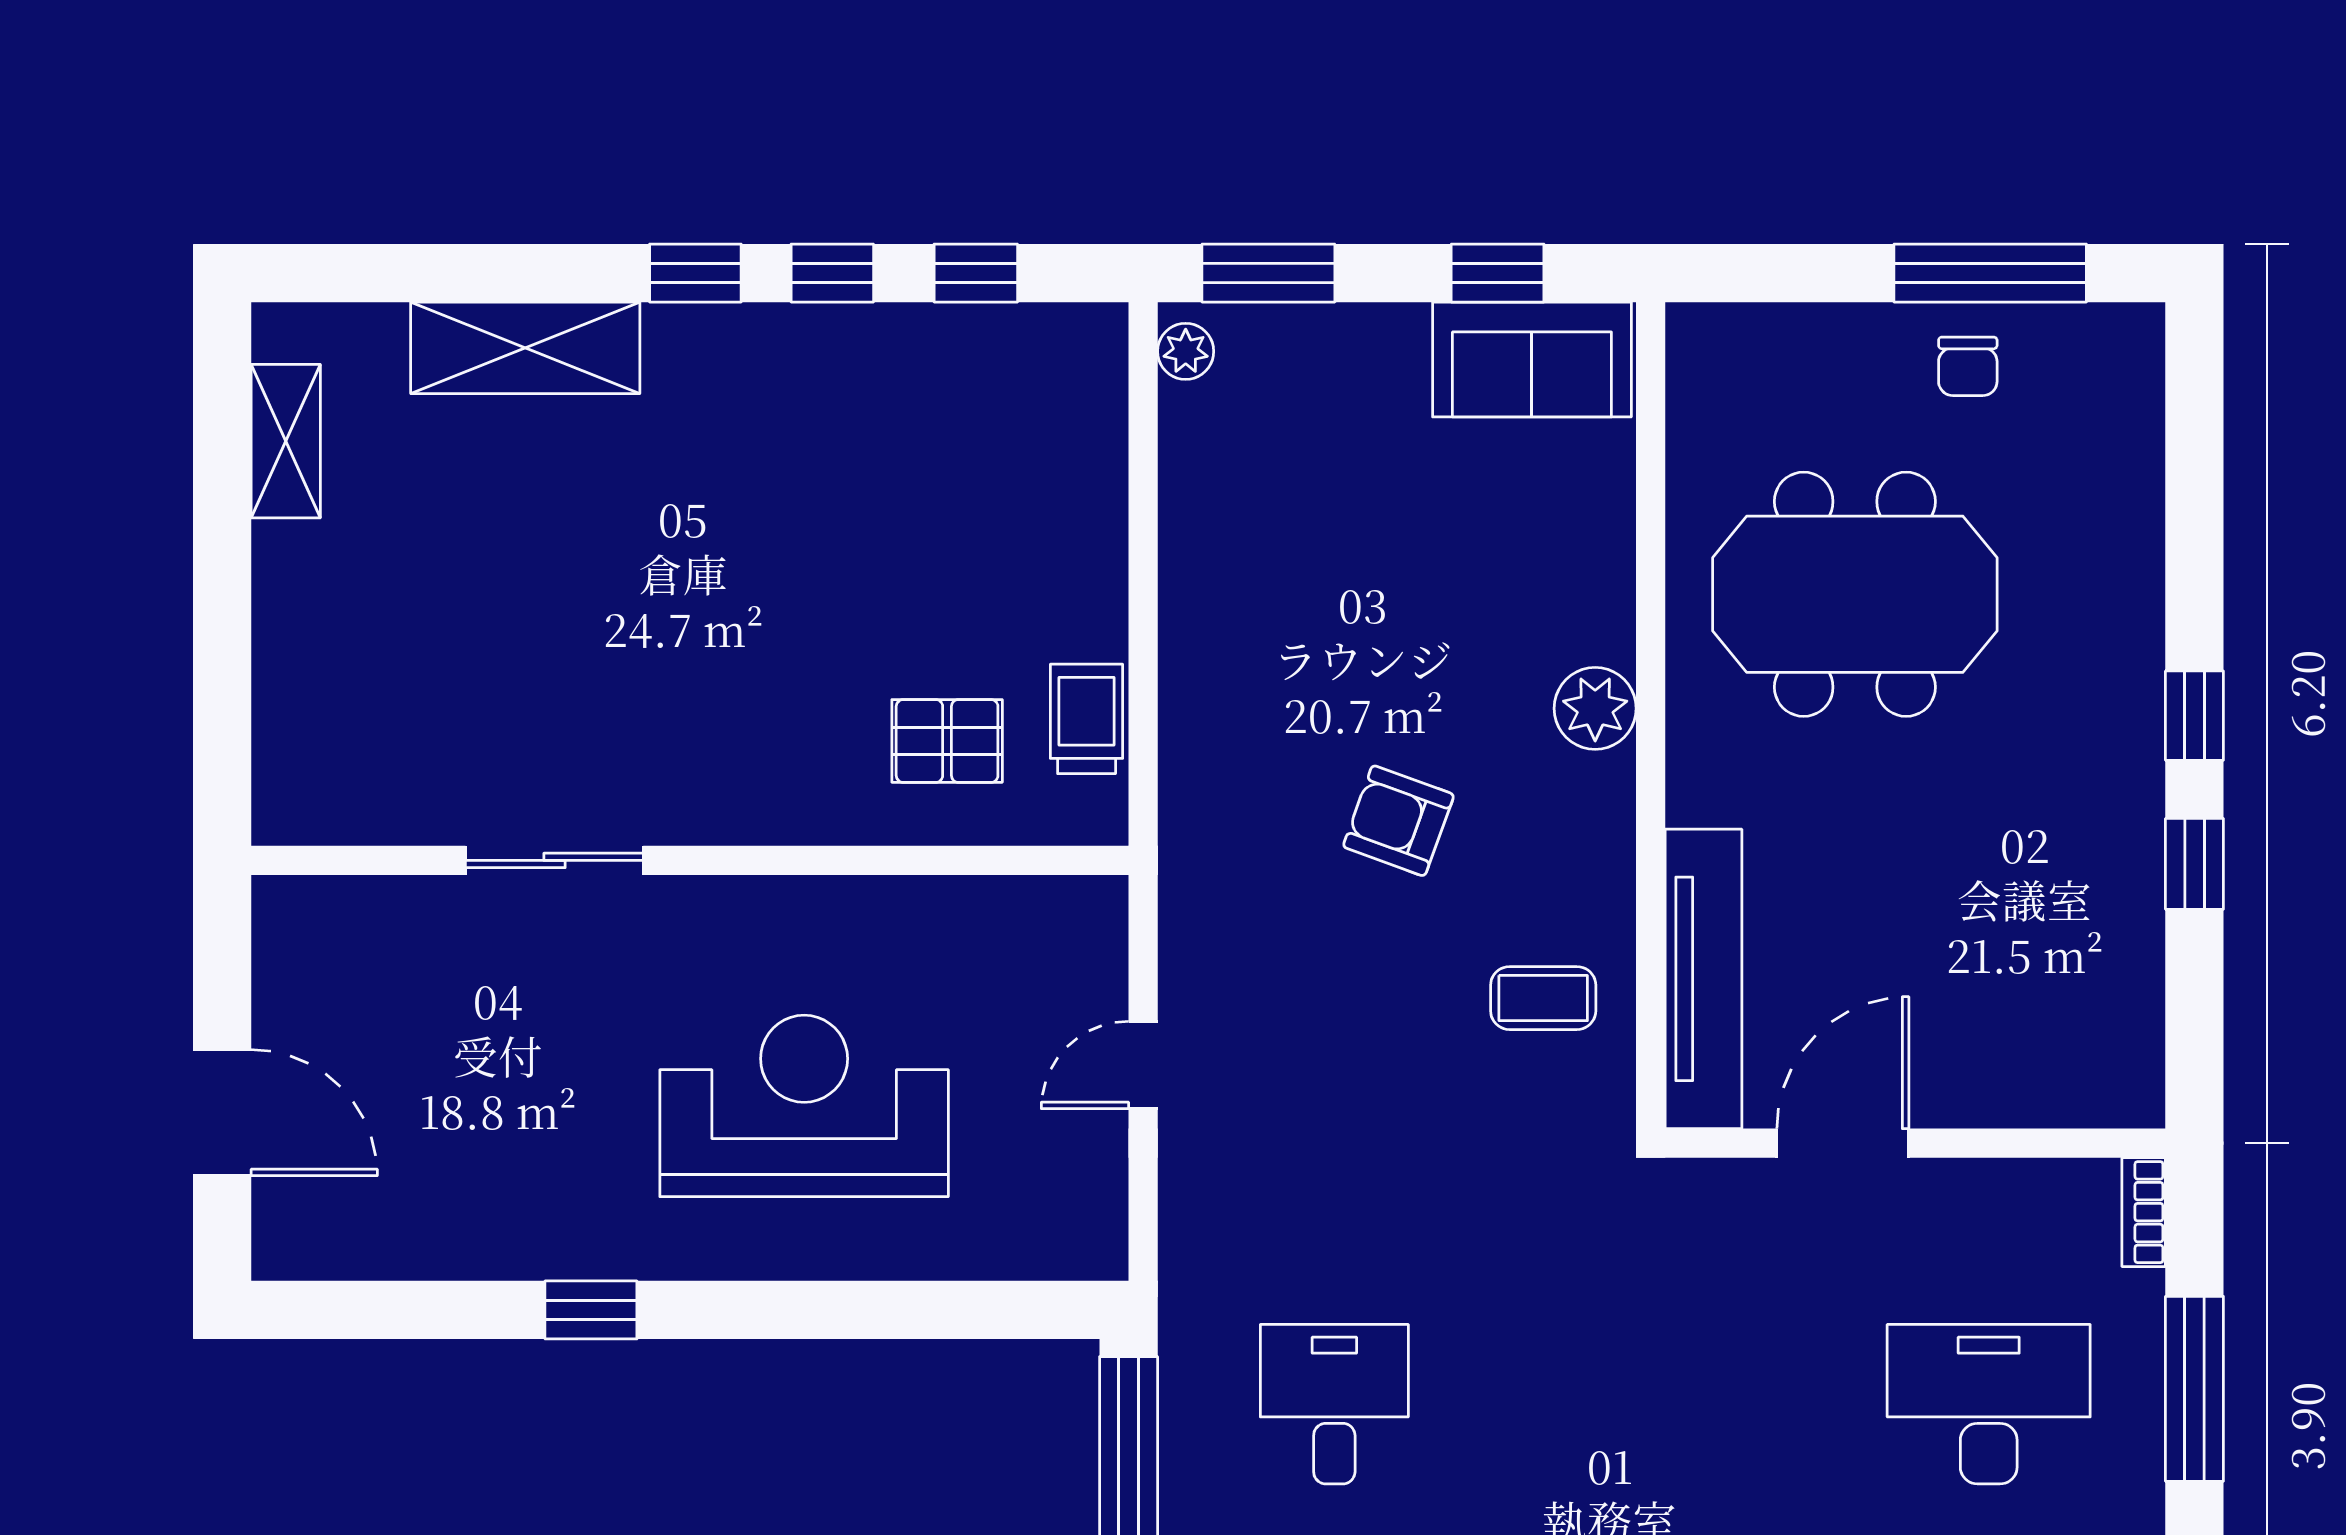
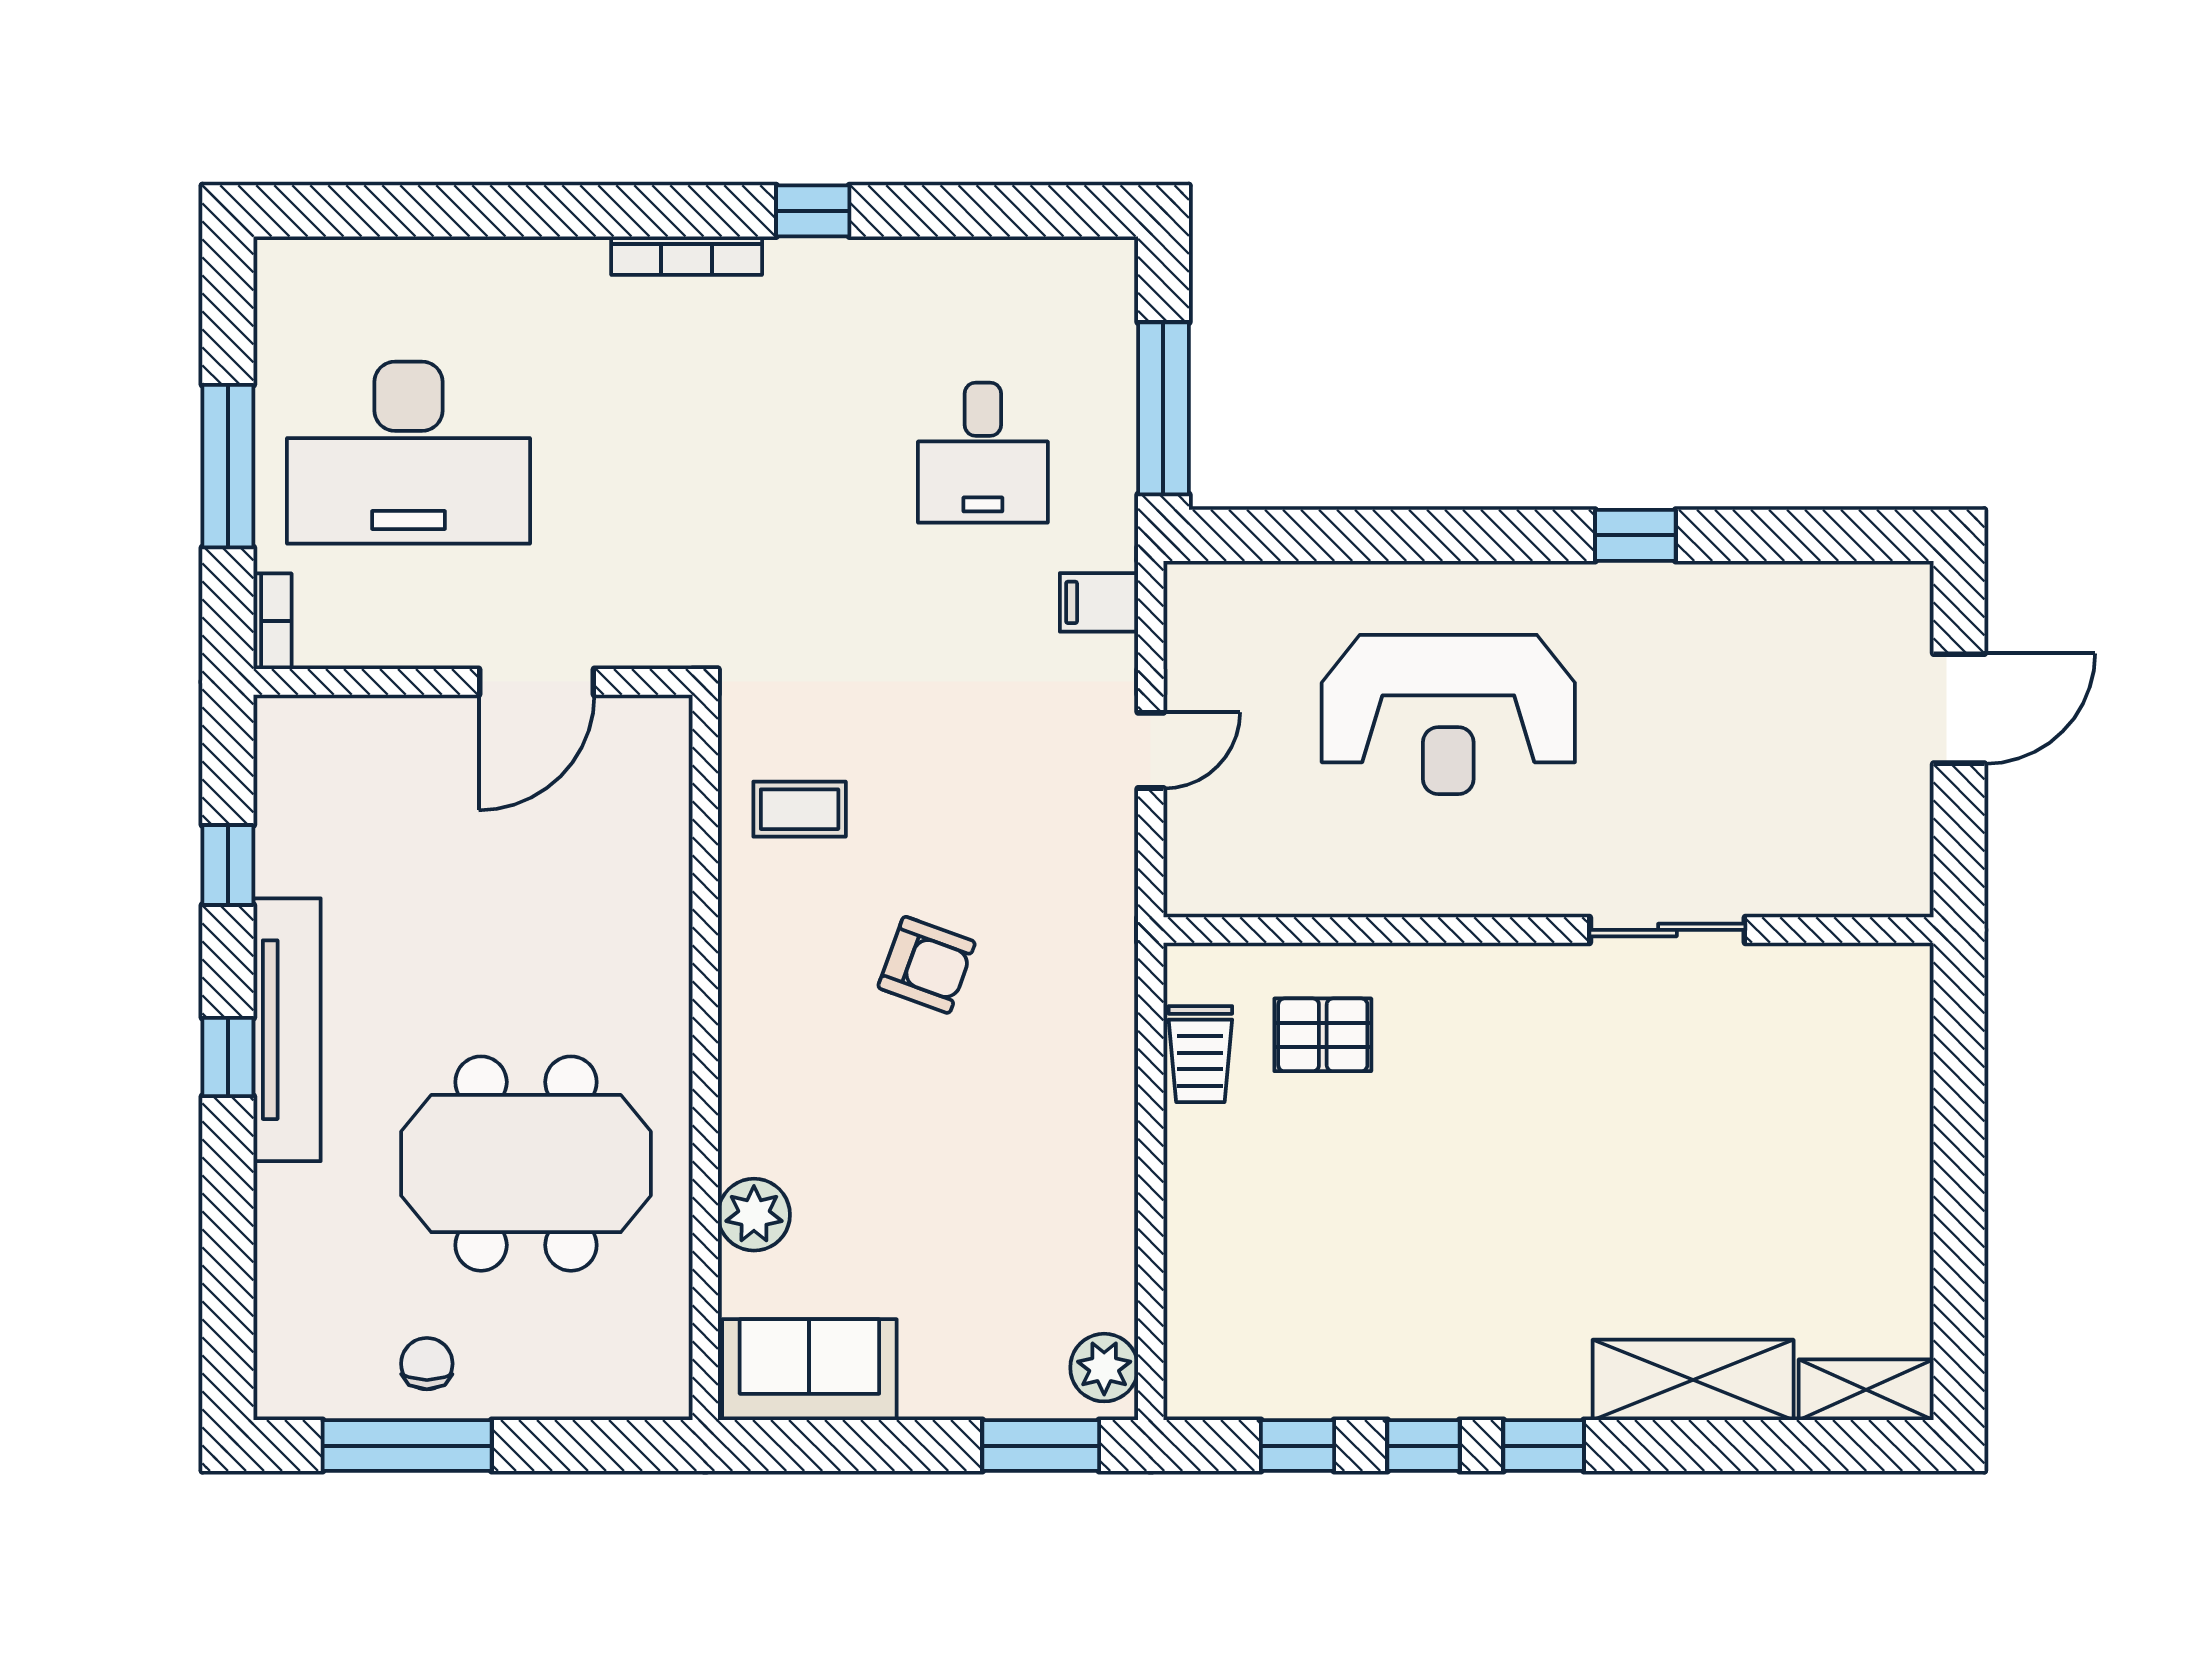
window: (1498, 273) -> (840, 1446), removed
plant: (1186, 351) -> (1104, 1368), width x1.38, depth x1.38
shelving: (286, 441) -> (1866, 1390), moved, turned 90
plant: (1595, 708) -> (754, 1215), moved
window: (2194, 864) -> (228, 865), moved
tv unit: (1703, 979) -> (287, 1030), moved, turned 180
door: (222, 1113) -> (1959, 709), swing flipped
filing cabinet: (1202, 1234) -> (1099, 602), added
desk: (1989, 1404) -> (409, 453), width x1.36, depth x1.30

